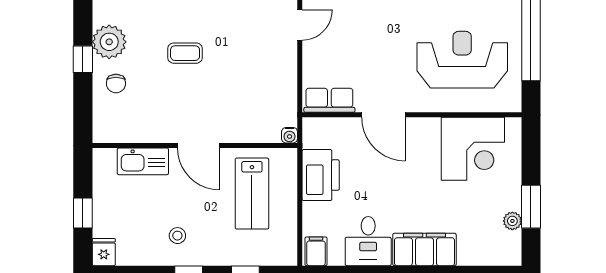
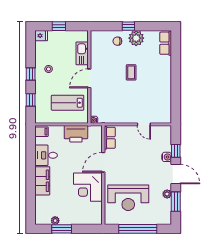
reception desk: (462, 60) -> (128, 198), turned 90
corner desk: (473, 149) -> (88, 187), moved

